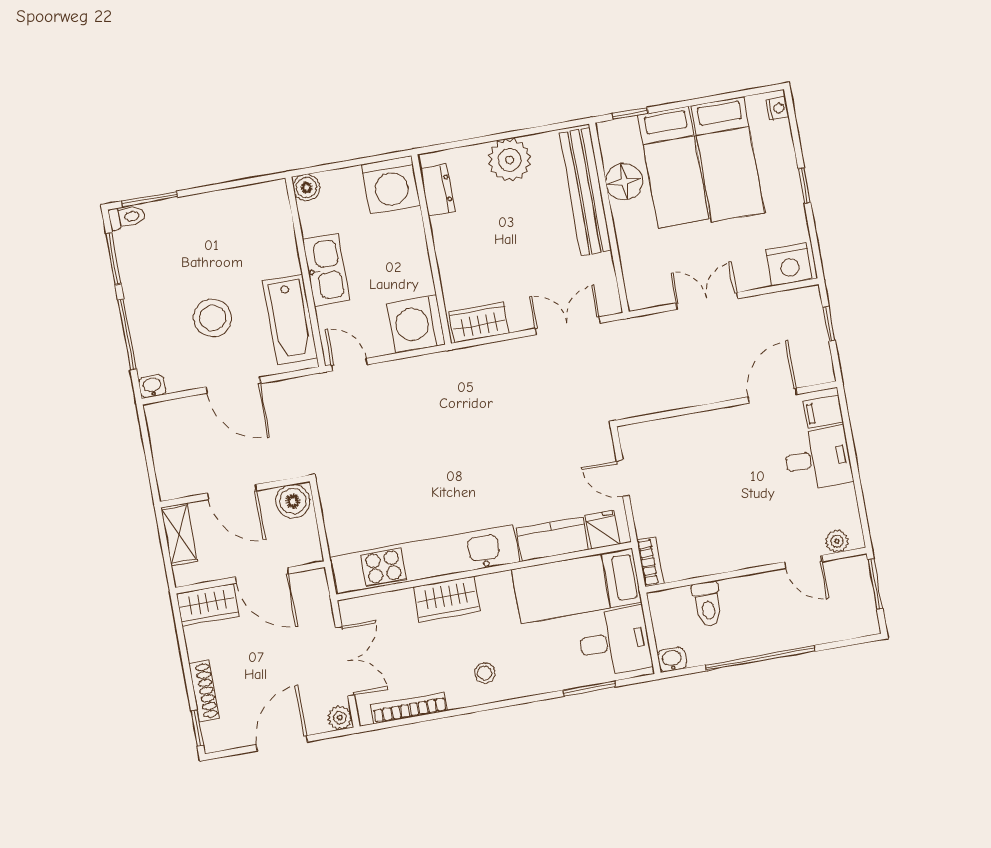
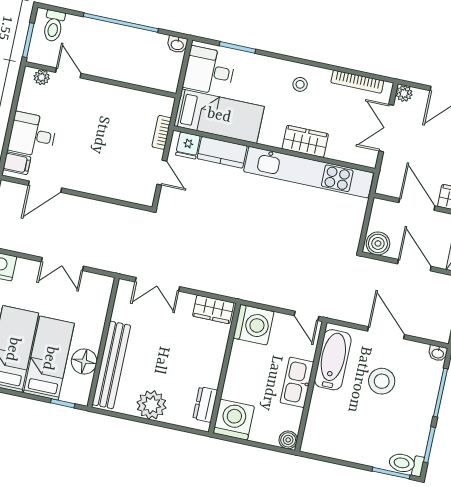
toilet: (127, 217) -> (406, 464), width x1.37, depth x1.39
bookcase: (650, 562) -> (162, 132), moved
toilet: (708, 604) -> (54, 26), moved, turned 180

